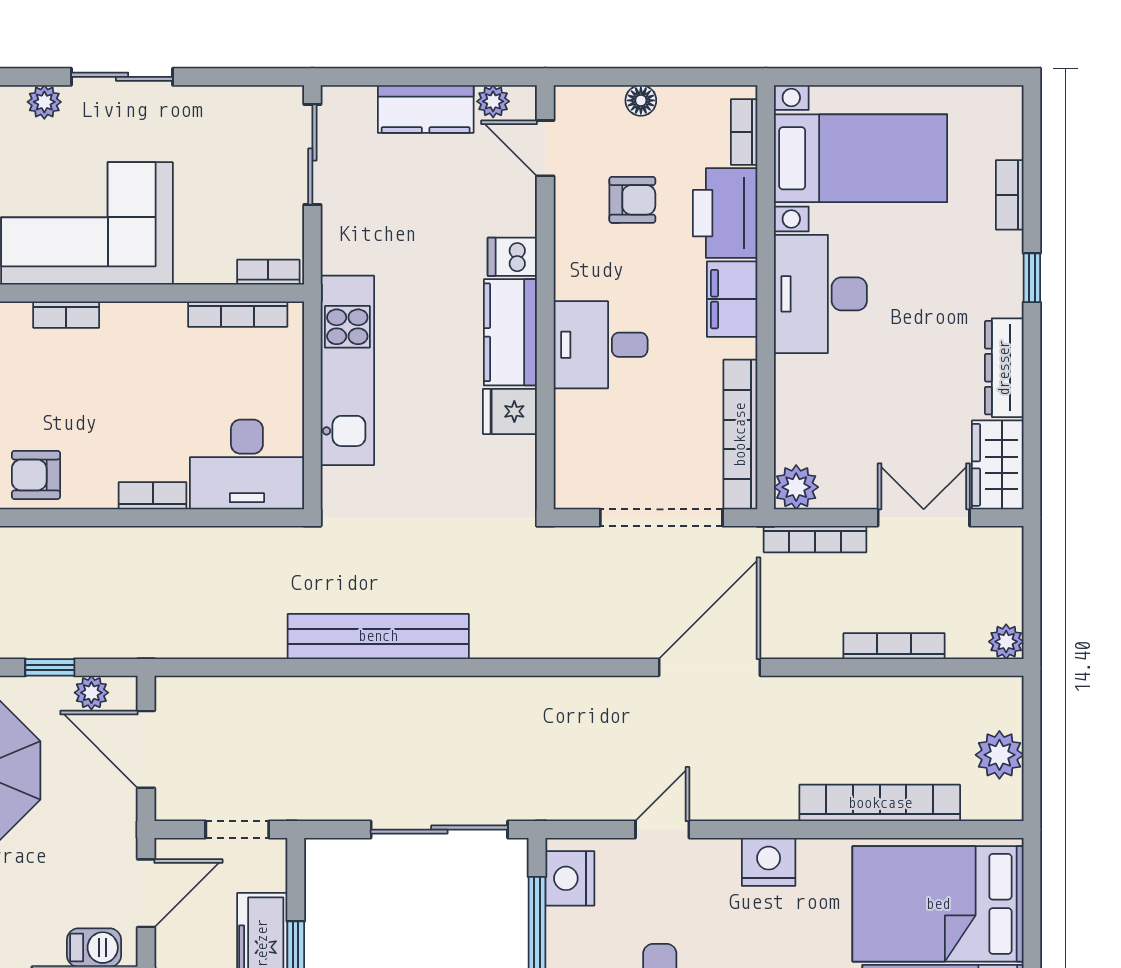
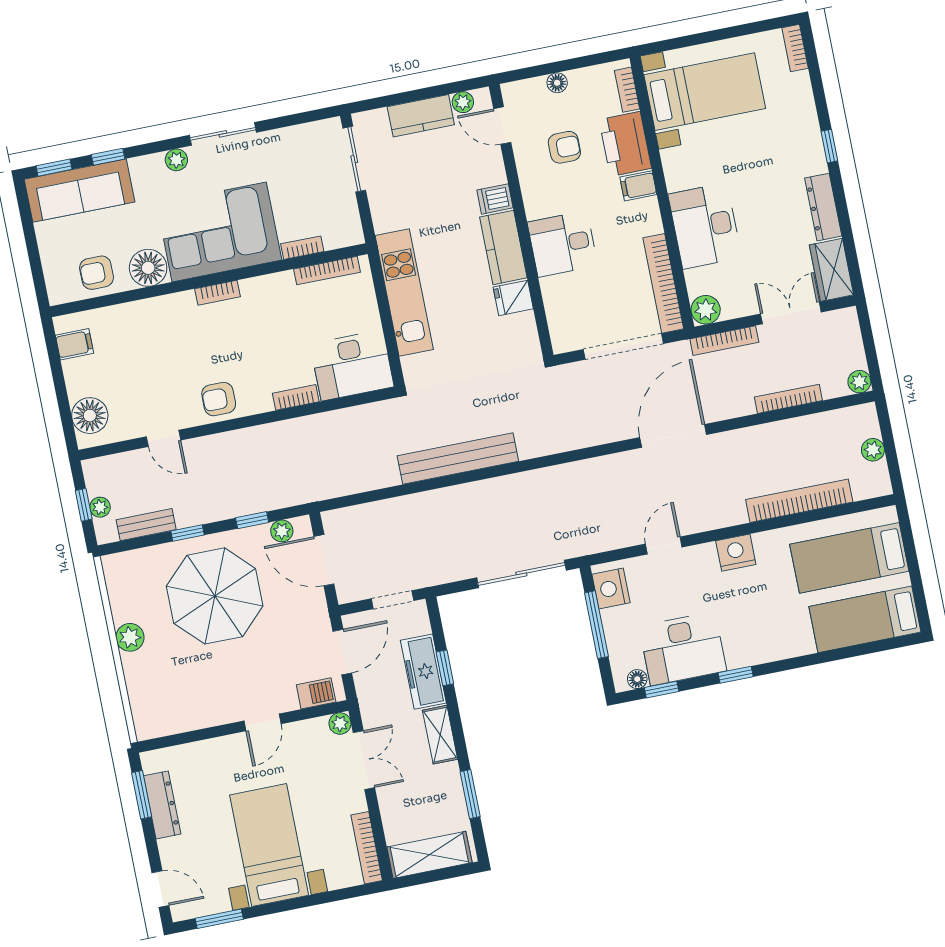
bookcase: (1010, 195) -> (795, 48), moved
bookcase: (268, 272) -> (302, 248), moved
desk: (820, 294) -> (705, 226), moved
filing cabinet: (732, 299) -> (638, 186), width x0.50
plant: (999, 755) -> (873, 450), width x0.73, depth x0.73
bed: (938, 904) -> (849, 558), width x0.67

